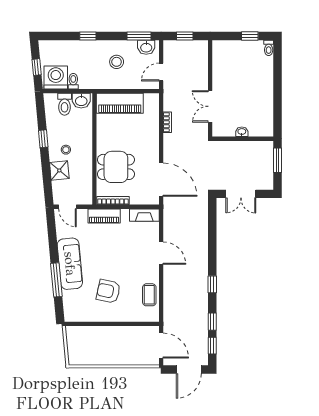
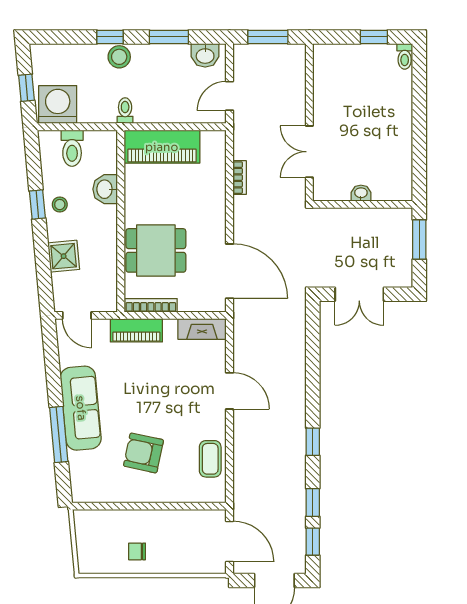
window: (139, 36) -> (169, 37), moved
window: (185, 36) -> (268, 37), width x1.50
stool: (117, 62) -> (119, 57), moved
toilet: (73, 81) -> (125, 111), moved
washbasin: (81, 101) -> (105, 189), moved, turned 90
stool: (66, 150) -> (60, 205), moved
chair: (104, 352) -> (137, 551), added

